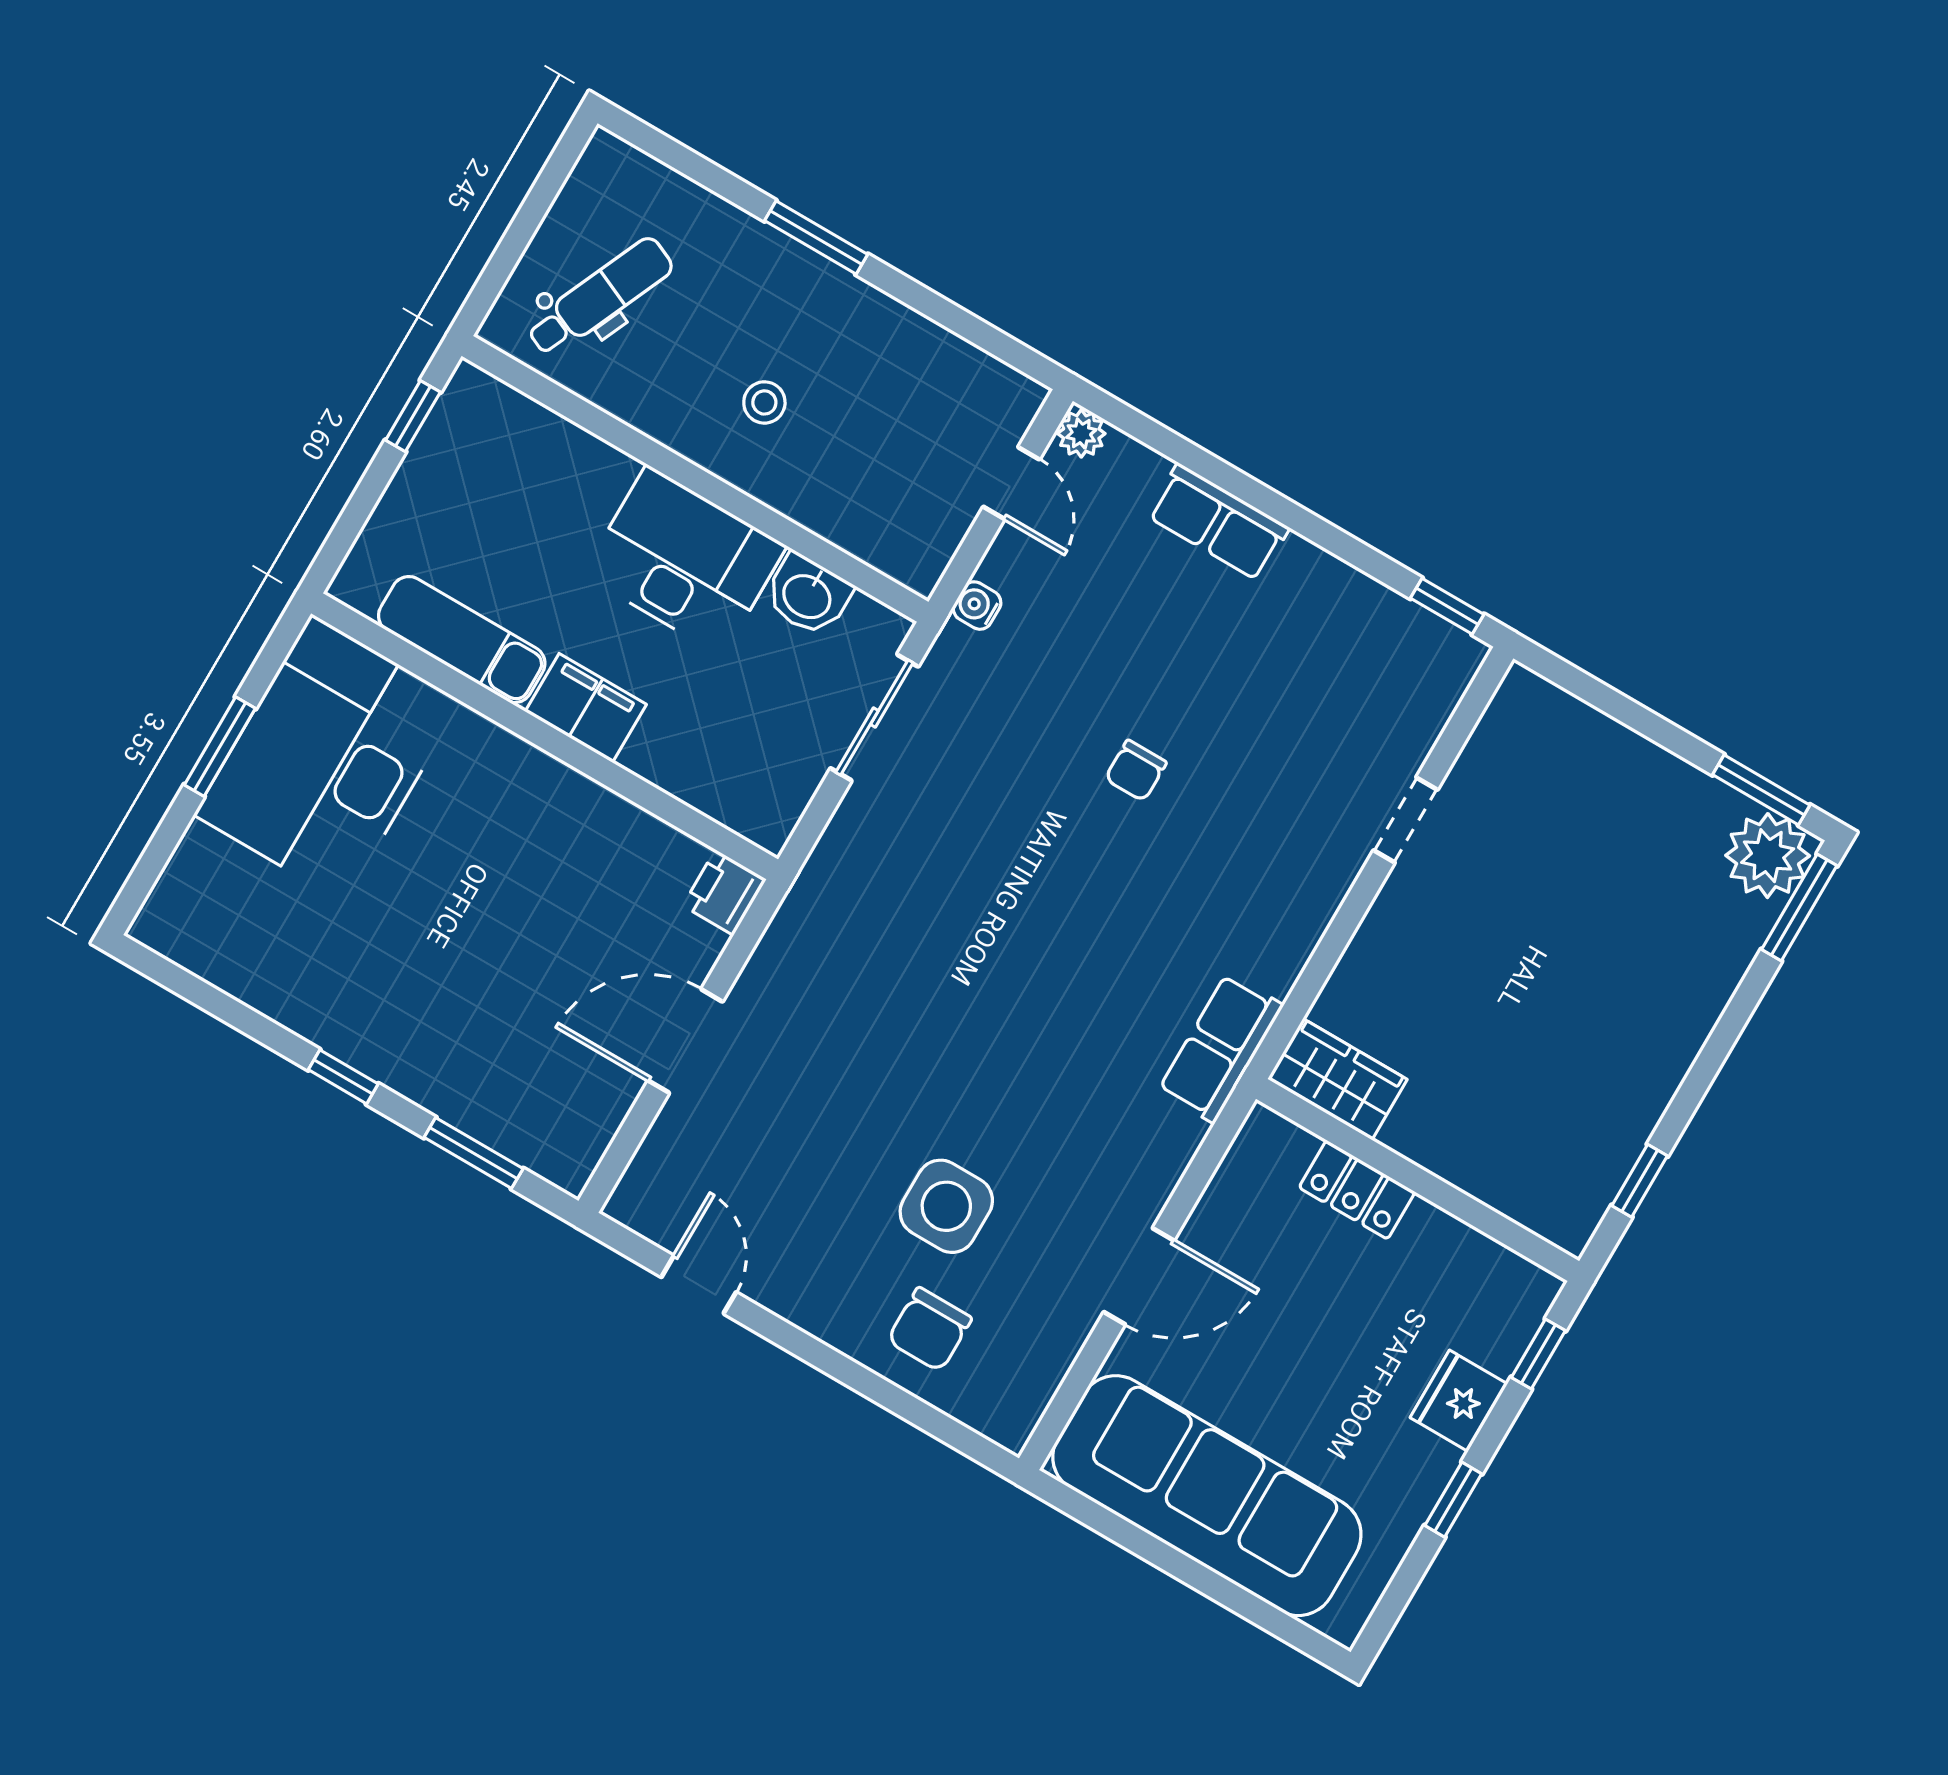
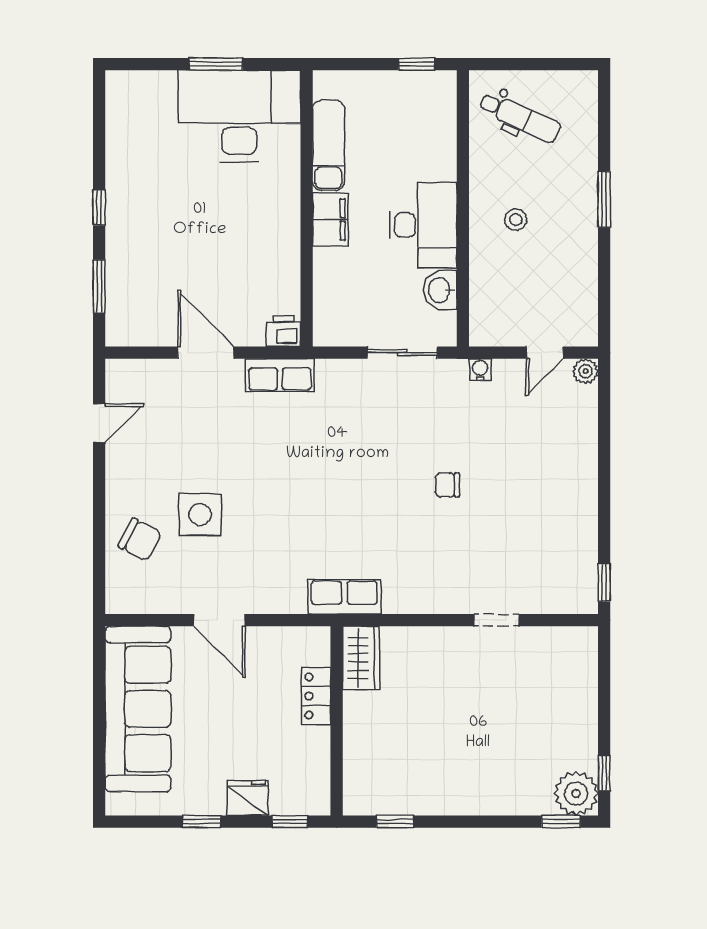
row of seats: (1218, 522) -> (280, 375), moved, turned -90
window: (1761, 790) -> (604, 773), width x0.67
window: (1799, 908) -> (561, 822), width x0.67
chair: (929, 1329) -> (140, 539), turned -153

